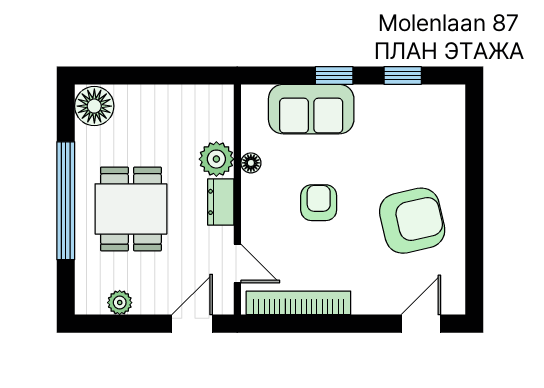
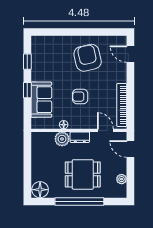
door: (237, 263) -> (105, 130), hinge flipped

